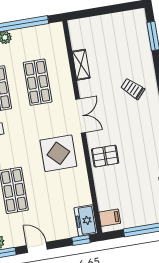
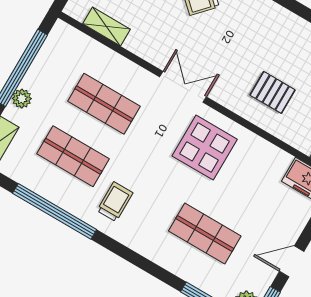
shelving: (81, 65) -> (106, 26), moved
pallet: (105, 156) -> (273, 92), moved, turned 90

